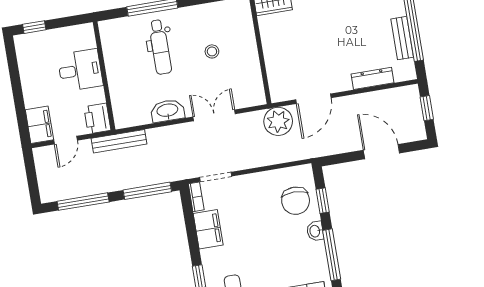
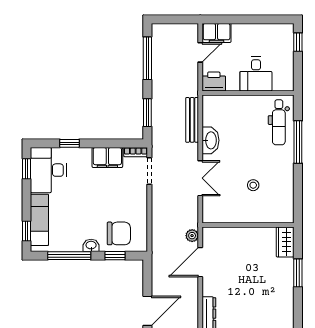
dental chair: (160, 47) -> (279, 122), moved, turned -90
door: (313, 99) -> (200, 262), hinge flipped
plant: (278, 121) -> (192, 236), width x0.53, depth x0.53
door: (66, 140) -> (200, 52), swing flipped
bench: (119, 141) -> (192, 120), moved
window: (147, 191) -> (147, 113), width x0.69
chair: (296, 201) -> (119, 233), turned 180

